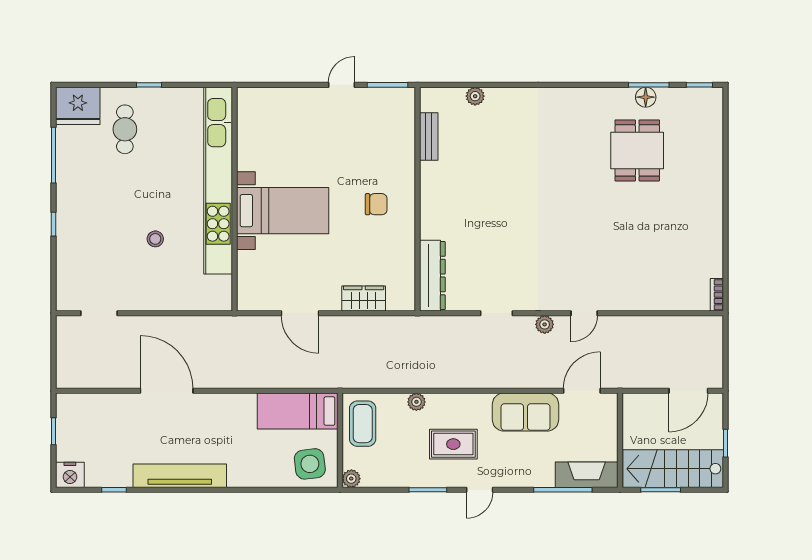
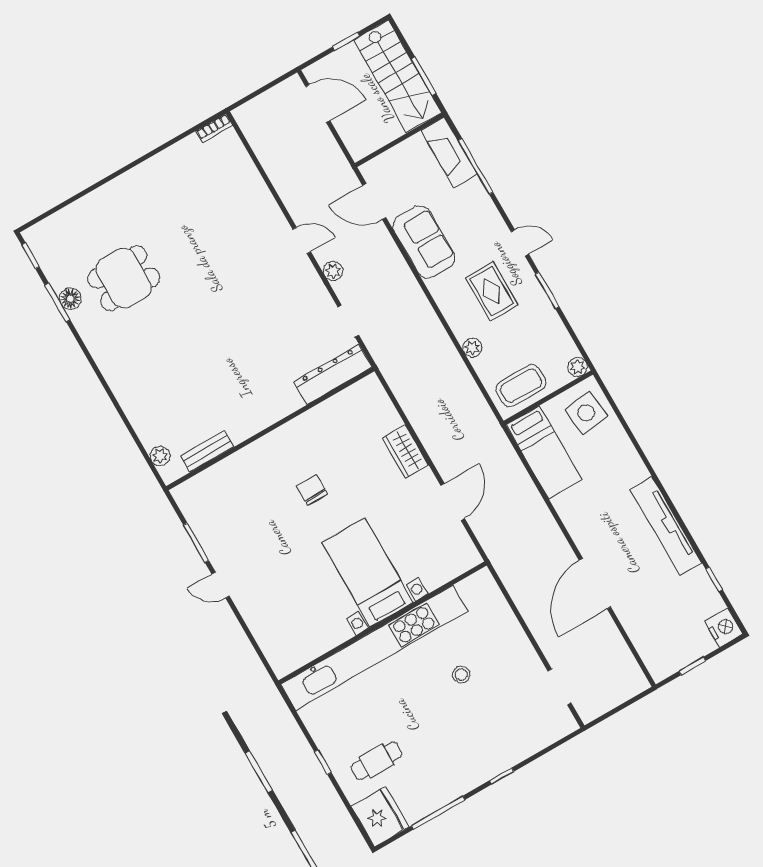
bench: (429, 137) -> (207, 451), moved
wall: (418, 199) -> (270, 429), moved
dresser: (432, 276) -> (333, 374), moved

